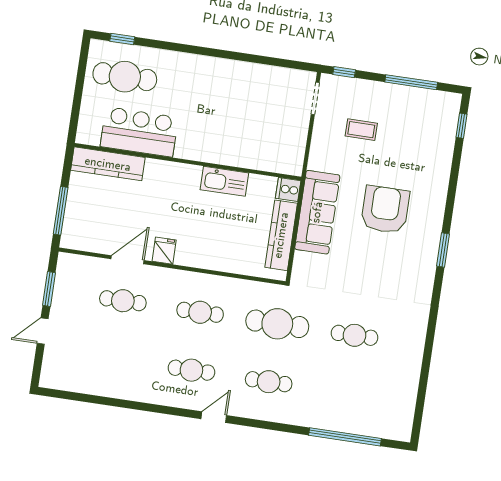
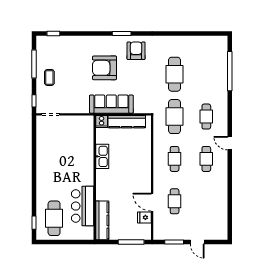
coffee table: (361, 130) -> (49, 77), moved
fridge: (164, 251) -> (144, 217), moved
armchair: (408, 272) -> (136, 51), added
cafe table: (354, 335) -> (175, 74), width x1.37, depth x1.35

